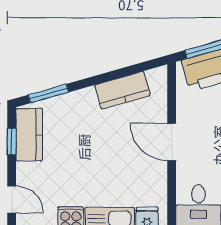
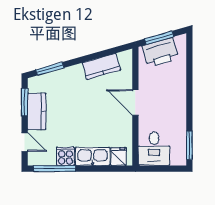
kitchen counter: (29, 135) -> (37, 111), moved
window: (12, 142) -> (25, 102), width x1.50

